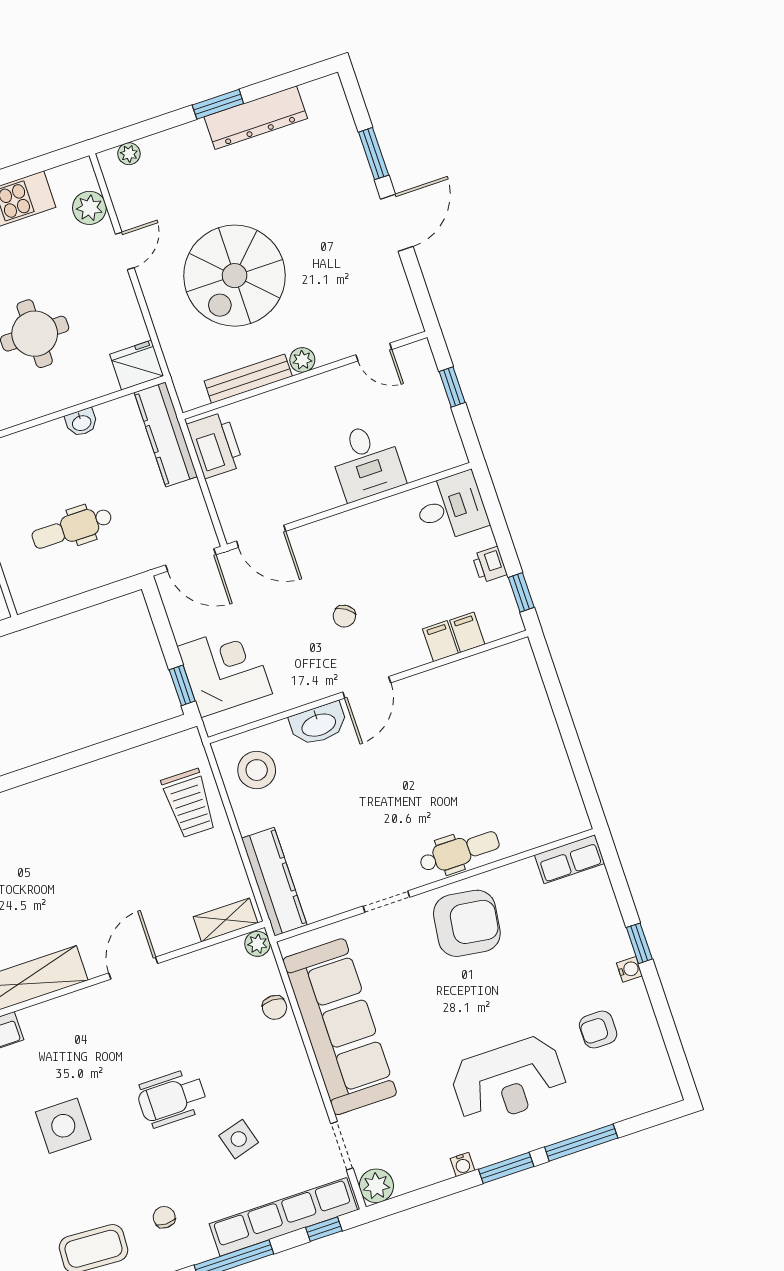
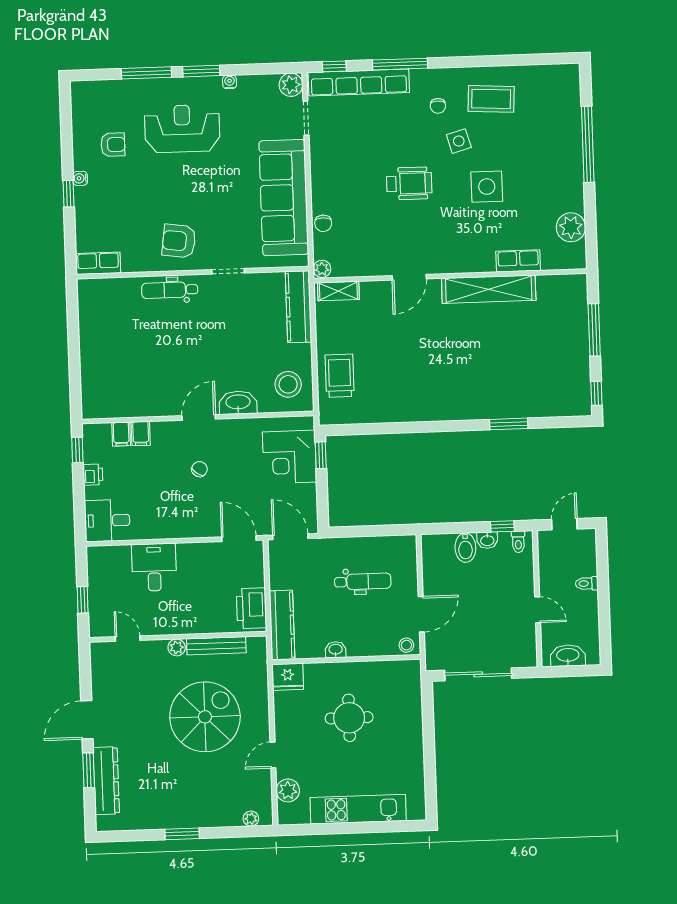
dresser: (256, 118) -> (106, 781), moved, turned 90
armchair: (467, 923) -> (179, 241), width x0.73, depth x0.73
chair: (275, 1007) -> (323, 223), turned 180
side table: (239, 1139) -> (459, 141), moved

